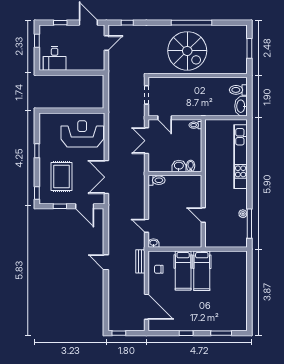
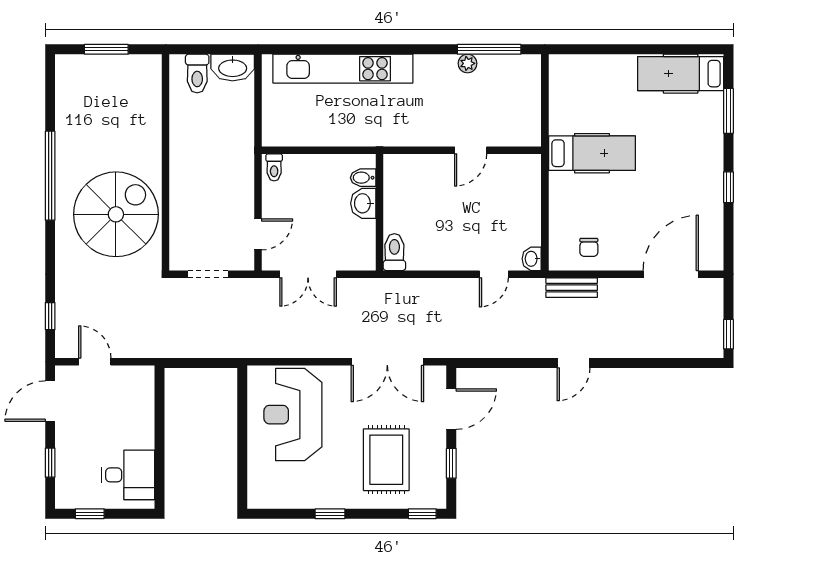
spiral stairs: (187, 51) -> (116, 214), moved
rug: (62, 177) -> (386, 460), turned 90
hospital bed: (183, 270) -> (681, 74), moved, turned 180

